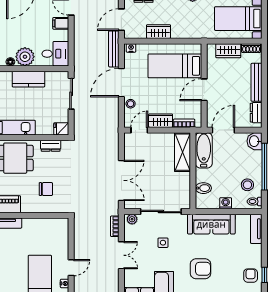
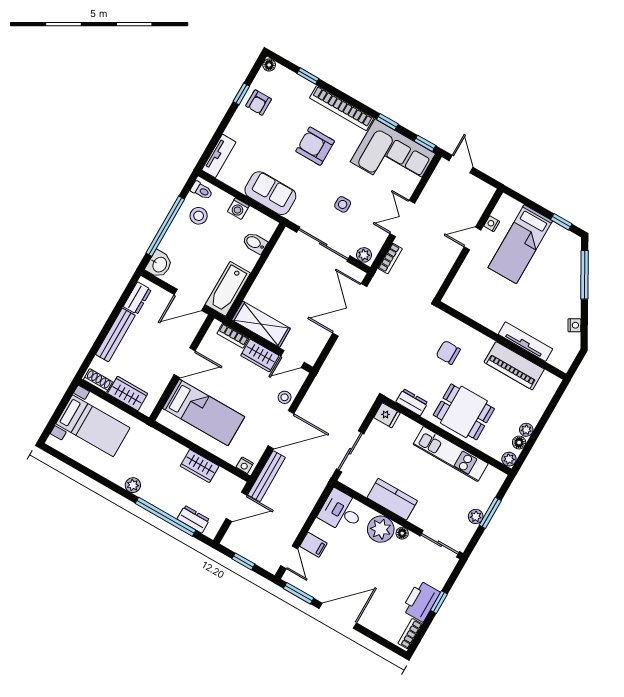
shelving: (183, 152) -> (261, 324), moved, turned 90
sofa: (211, 224) -> (270, 193), width x0.73

